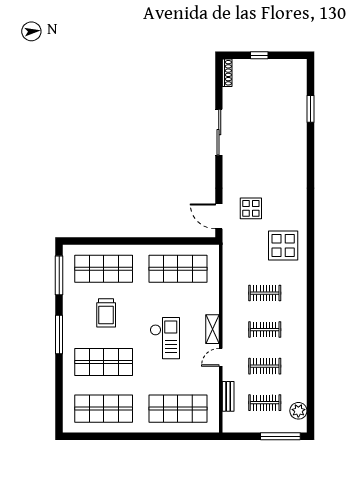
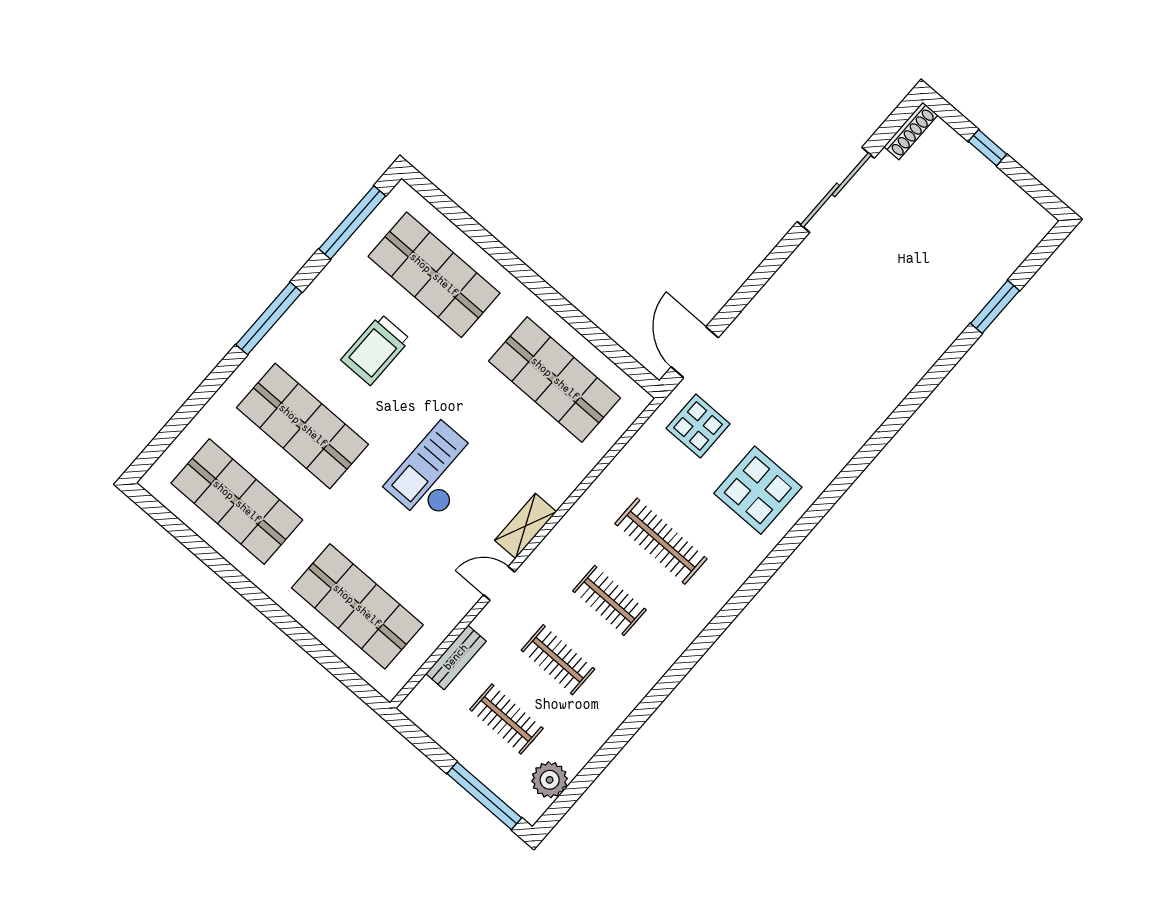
sliding door: (219, 132) -> (836, 190), moved
display table: (251, 208) -> (698, 426), moved
clothes rail: (265, 293) -> (661, 541), width x1.36
checkout: (165, 338) -> (435, 474), turned 180

